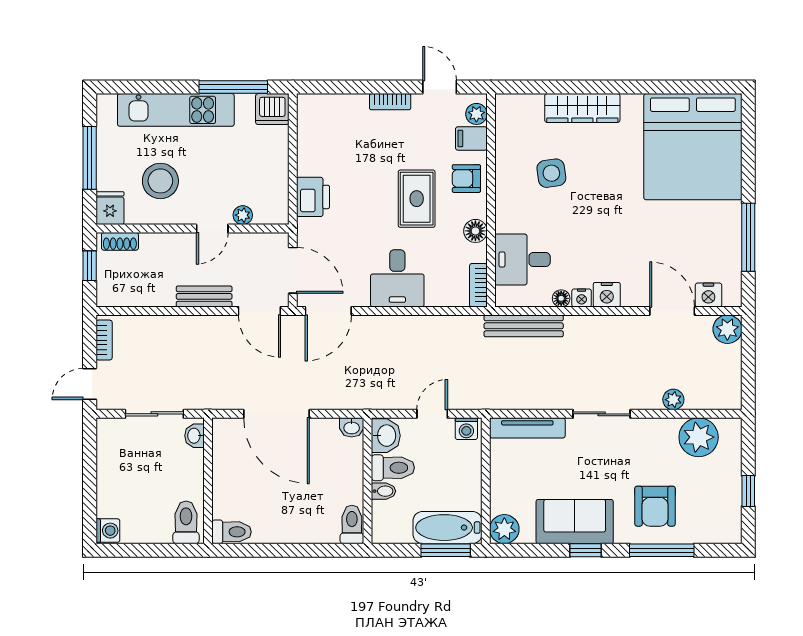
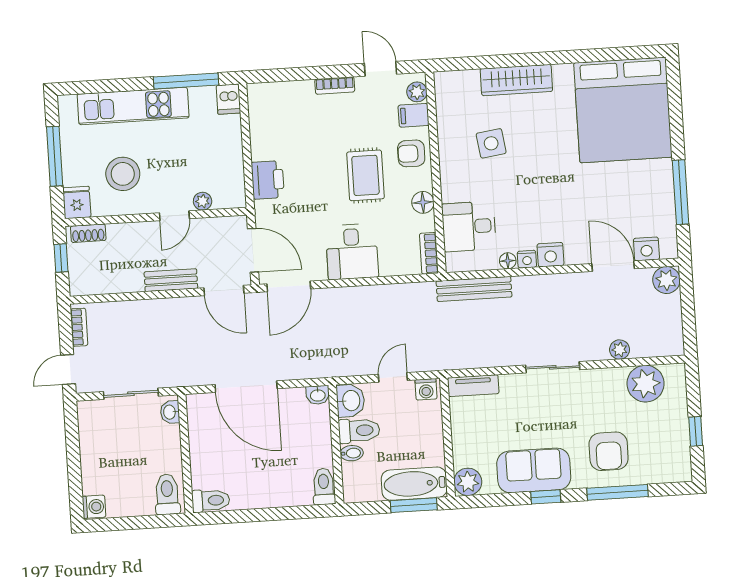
dishwasher: (272, 109) -> (228, 99), width x0.73
tv unit: (527, 428) -> (473, 386), width x0.71

